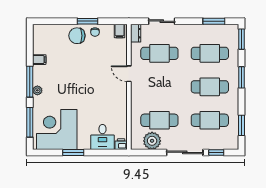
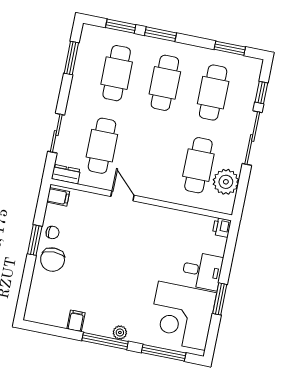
window: (242, 39) -> (121, 26), moved
door: (129, 74) -> (123, 196), swing flipped
desk: (102, 137) -> (202, 271), moved

